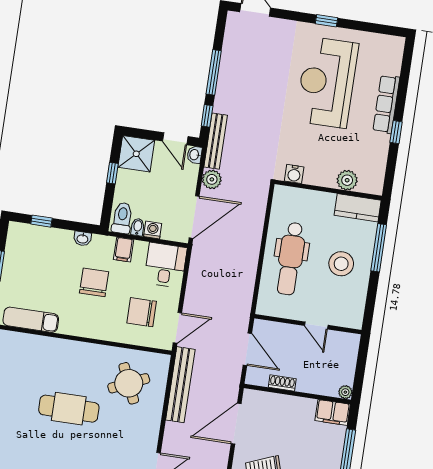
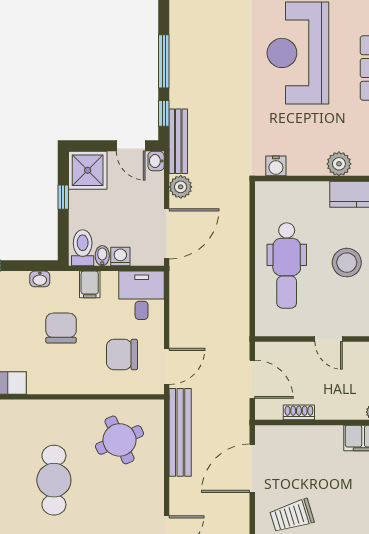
cafe table: (69, 409) -> (54, 480), turned 90

